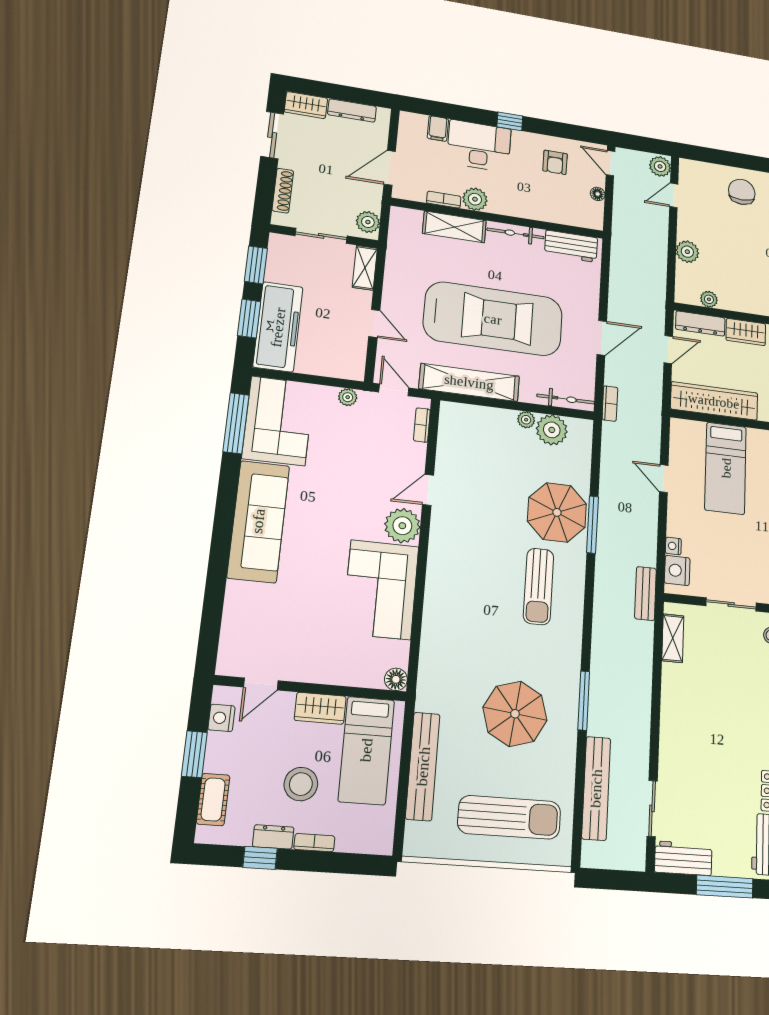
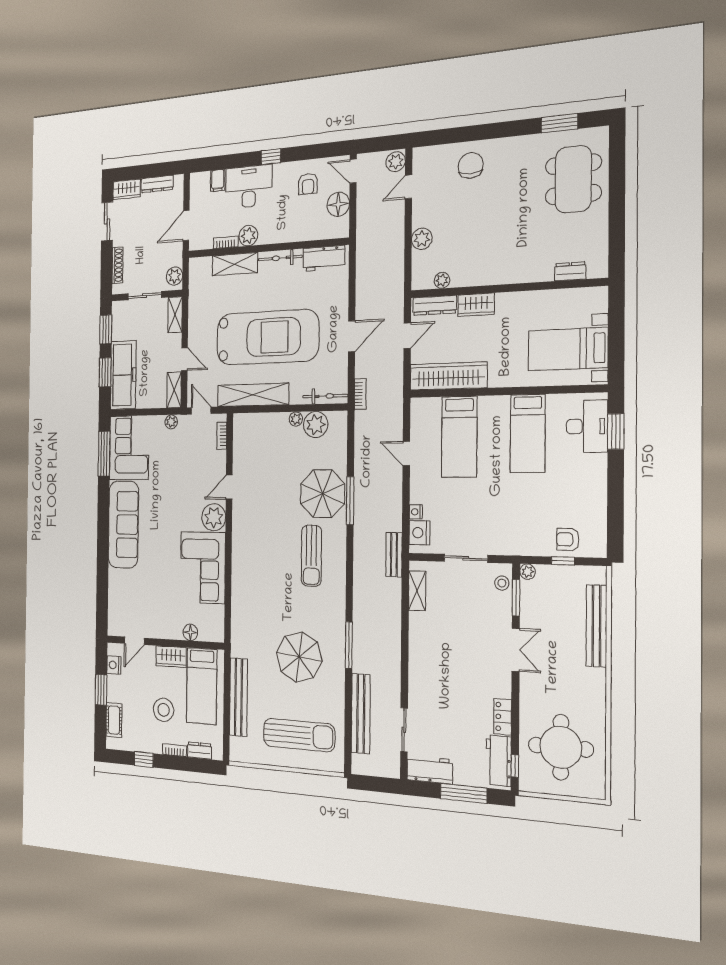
floor lamp: (598, 194) -> (338, 204), width x1.89, depth x1.89
shelving: (356, 358) -> (174, 390), added
floor lamp: (396, 679) -> (190, 632), moved
dresser: (273, 837) -> (200, 751), moved

